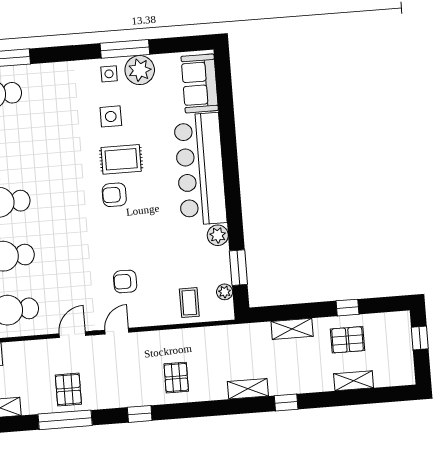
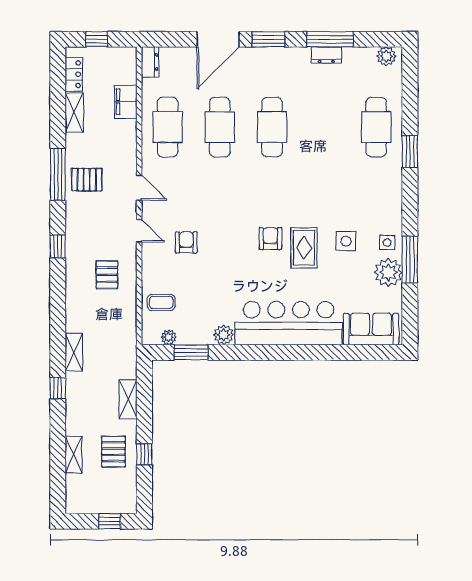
pallet: (176, 378) -> (107, 275), moved, turned 90

